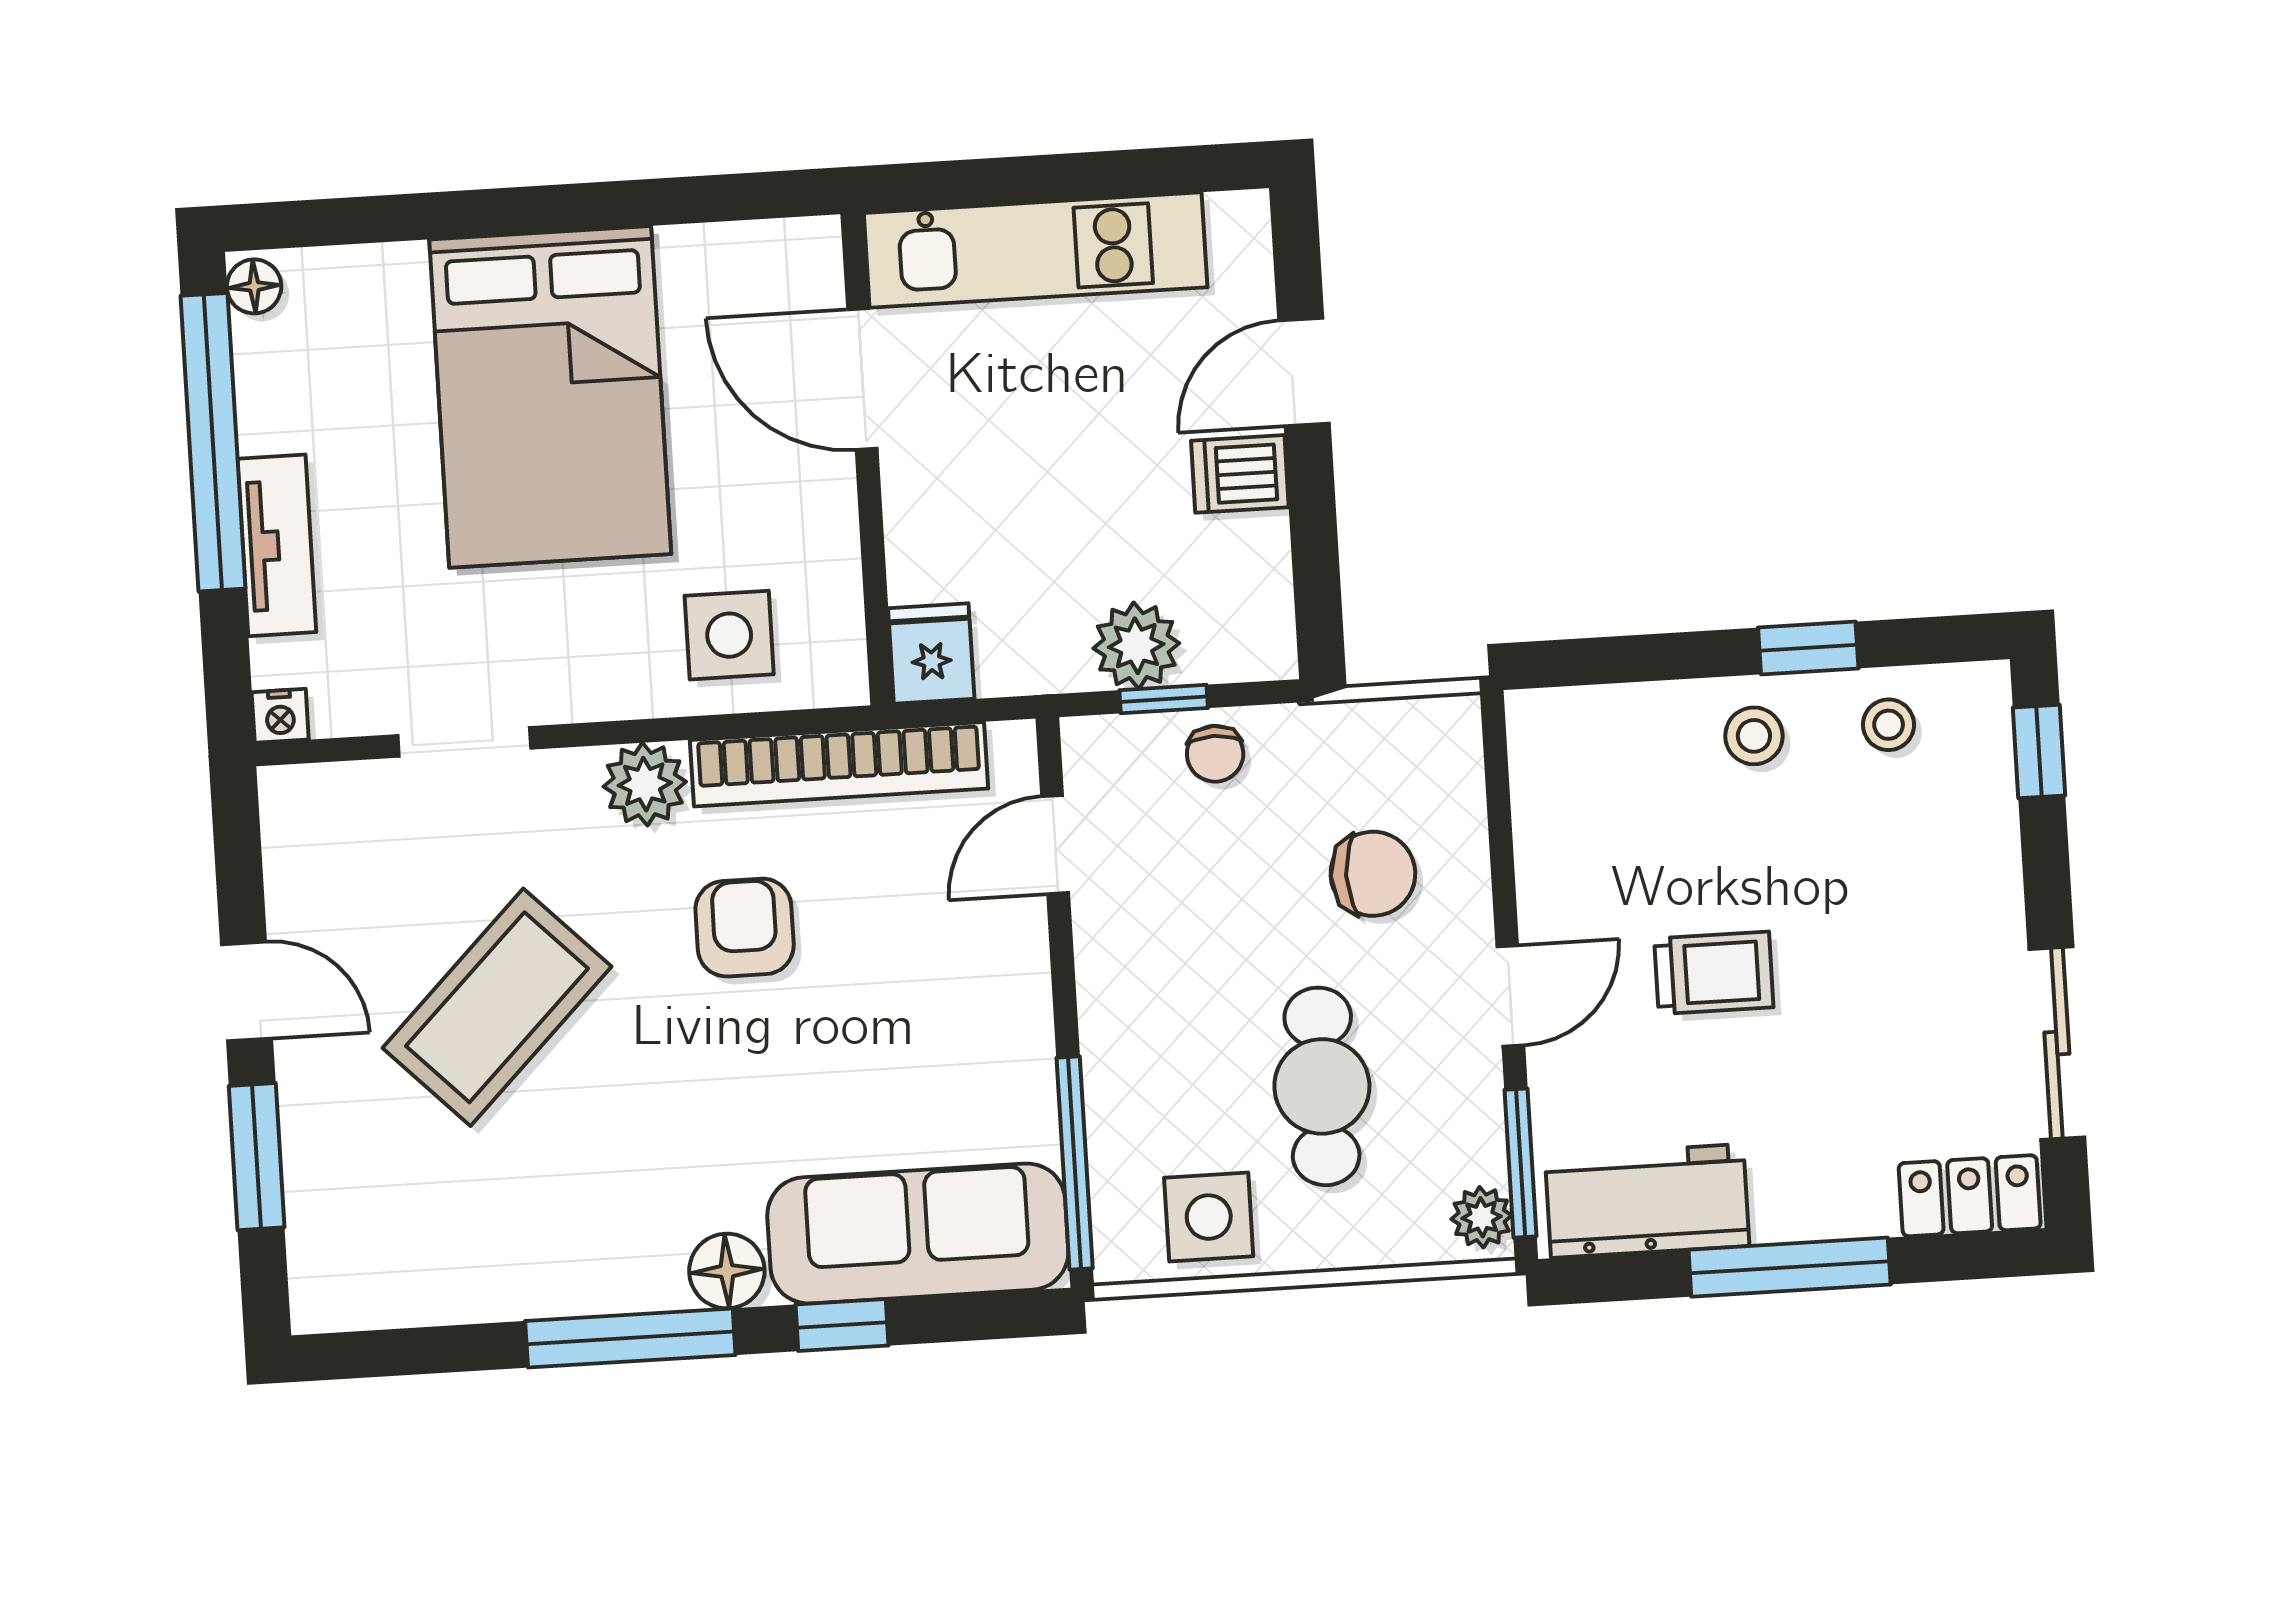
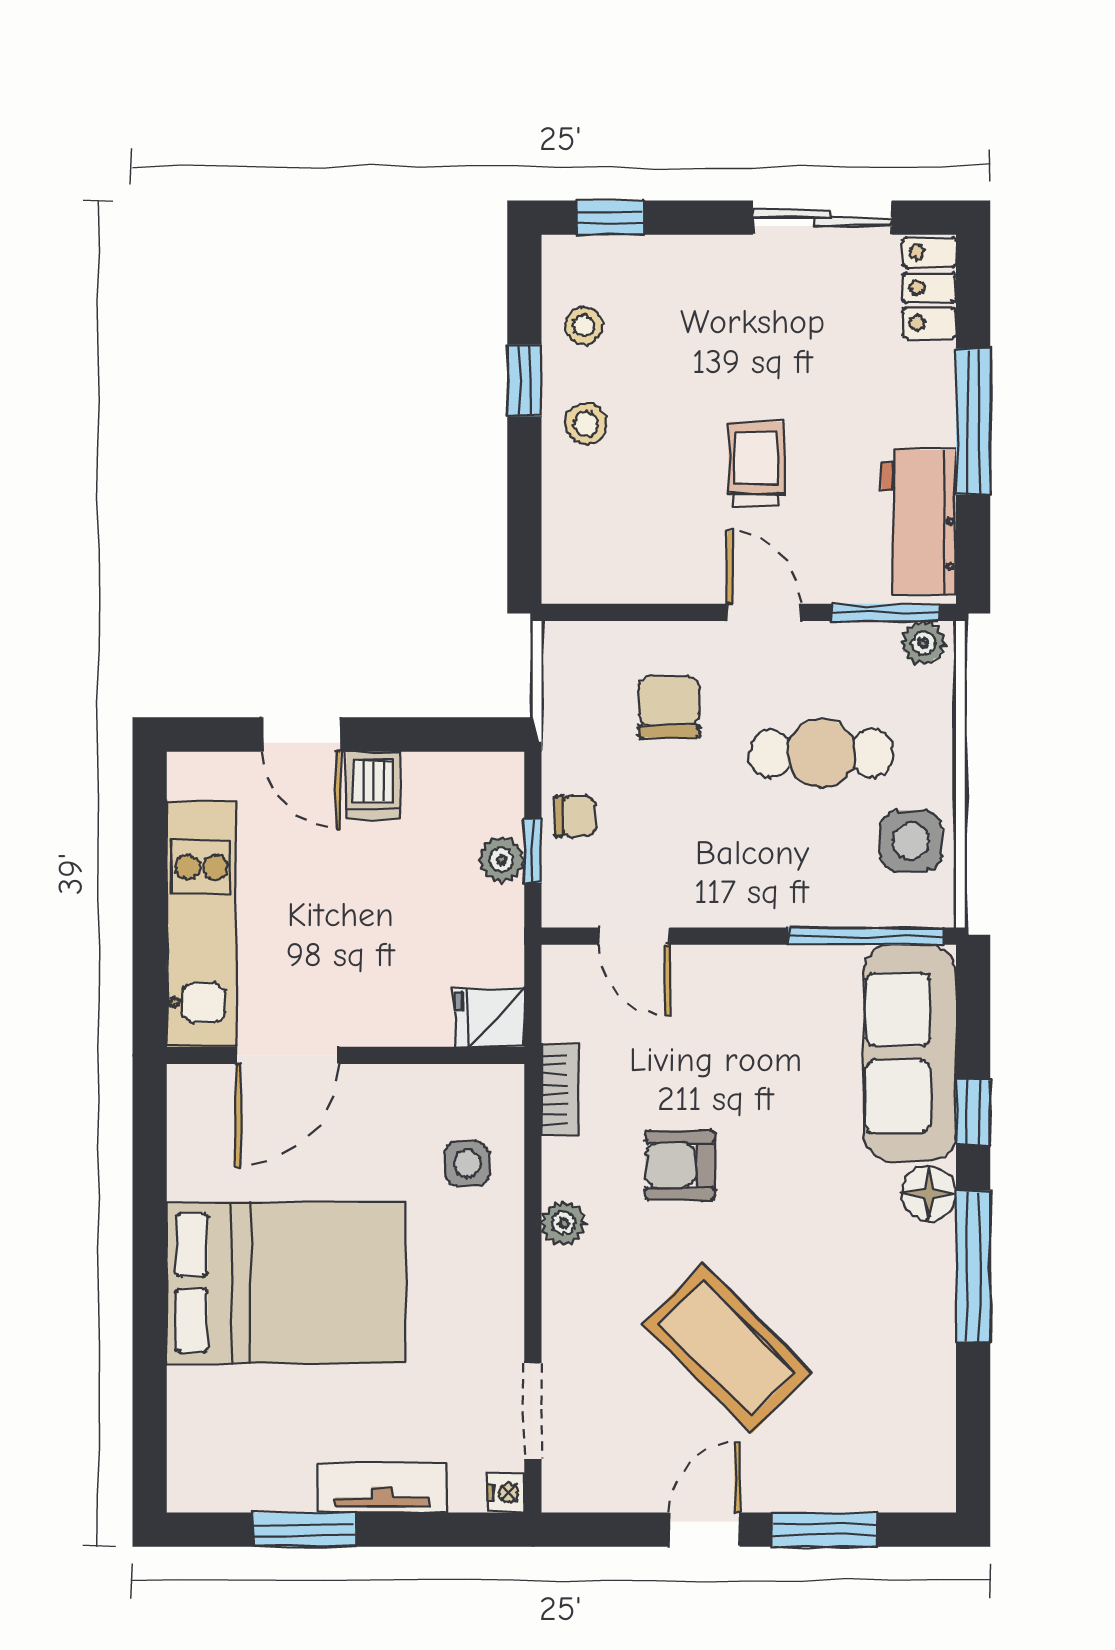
floor lamp: (254, 286) -> (193, 1493), removed
window: (213, 442) -> (304, 1530), width x0.47
side table: (729, 635) -> (467, 1163), width x0.73, depth x0.73
plant: (1136, 646) -> (502, 860), width x0.73, depth x0.73
doorway: (464, 742) -> (533, 1411), moved
bookcase: (839, 764) -> (560, 1089), width x0.43, depth x0.76
plant: (645, 784) -> (563, 1223), width x0.73, depth x0.73

